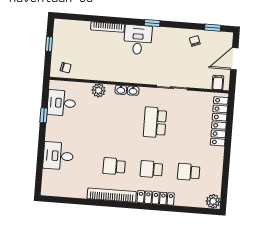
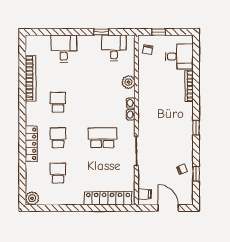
window: (213, 28) -> (196, 174), moved
desk: (138, 40) -> (179, 56), moved
window: (49, 44) -> (159, 32), moved
bookcase: (112, 195) -> (31, 78), moved

